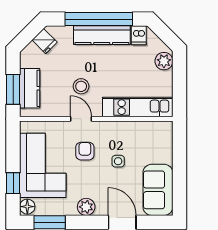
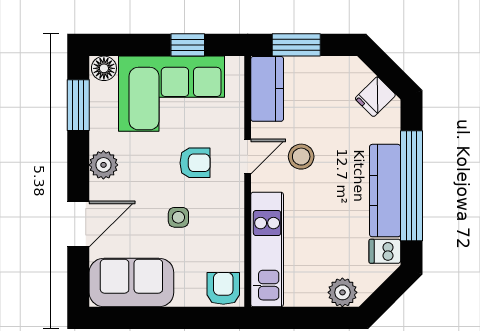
kitchen counter: (30, 88) -> (267, 89), moved, turned -90
armchair: (161, 134) -> (223, 288), added
window: (13, 183) -> (188, 45), moved

